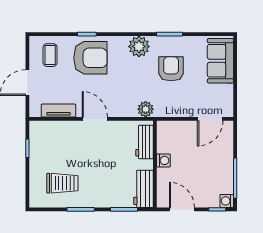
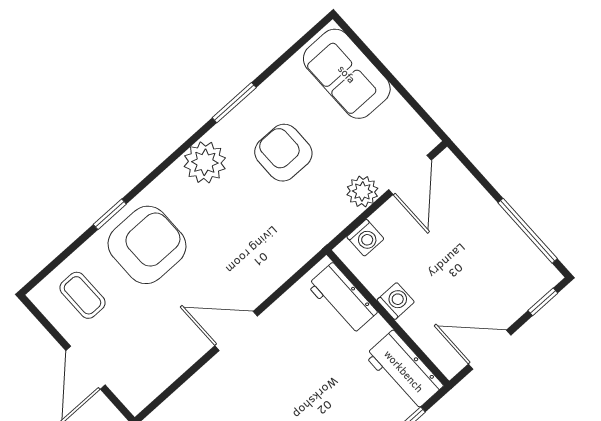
plant: (146, 109) -> (362, 191), moved
tv unit: (58, 111) -> (170, 368), removed
washing machine: (227, 201) -> (365, 238), moved, turned -90

